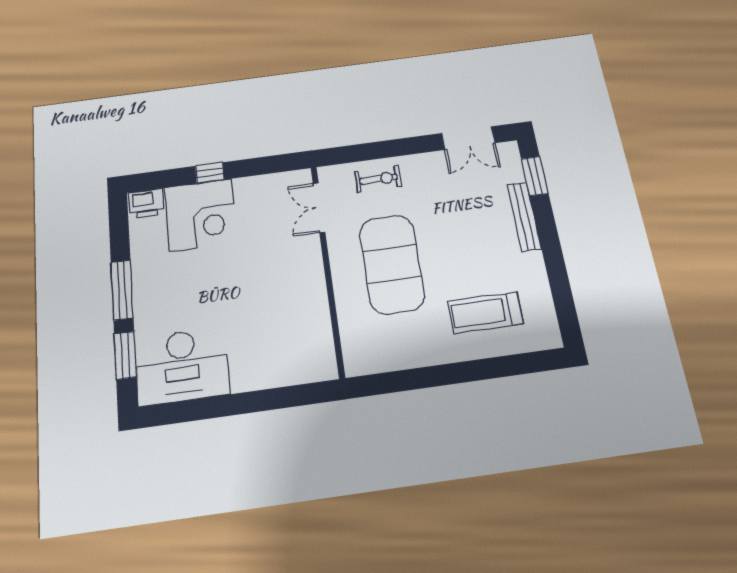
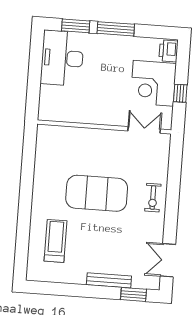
double door: (319, 207) -> (144, 130), moved
wall: (327, 268) -> (104, 127), moved

